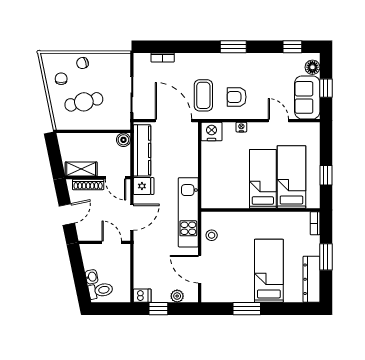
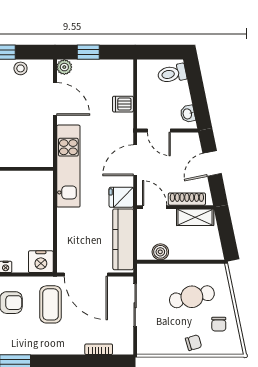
boiler: (123, 140) -> (160, 252), moved
stool: (212, 235) -> (21, 68), moved
washbasin: (92, 277) -> (188, 114), moved
dishwasher: (142, 296) -> (123, 104), moved
plant: (177, 296) -> (64, 67), moved
window: (158, 309) -> (88, 52), moved

